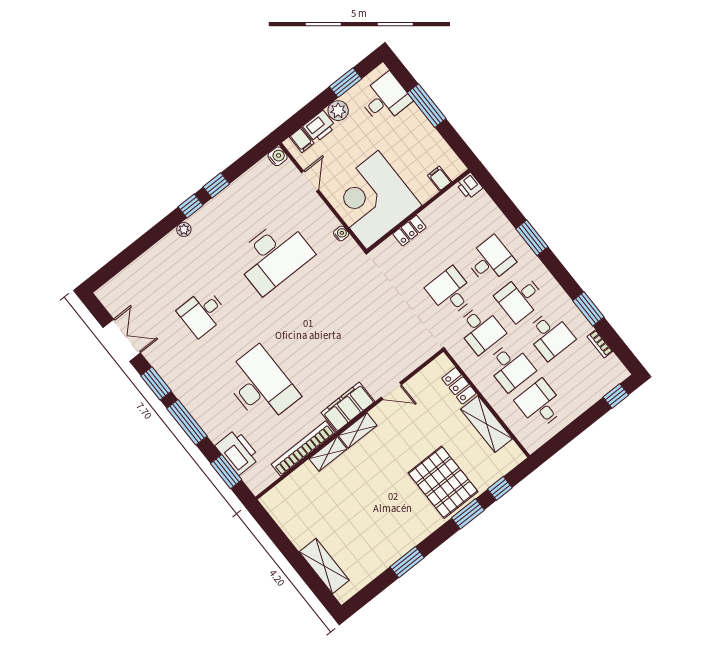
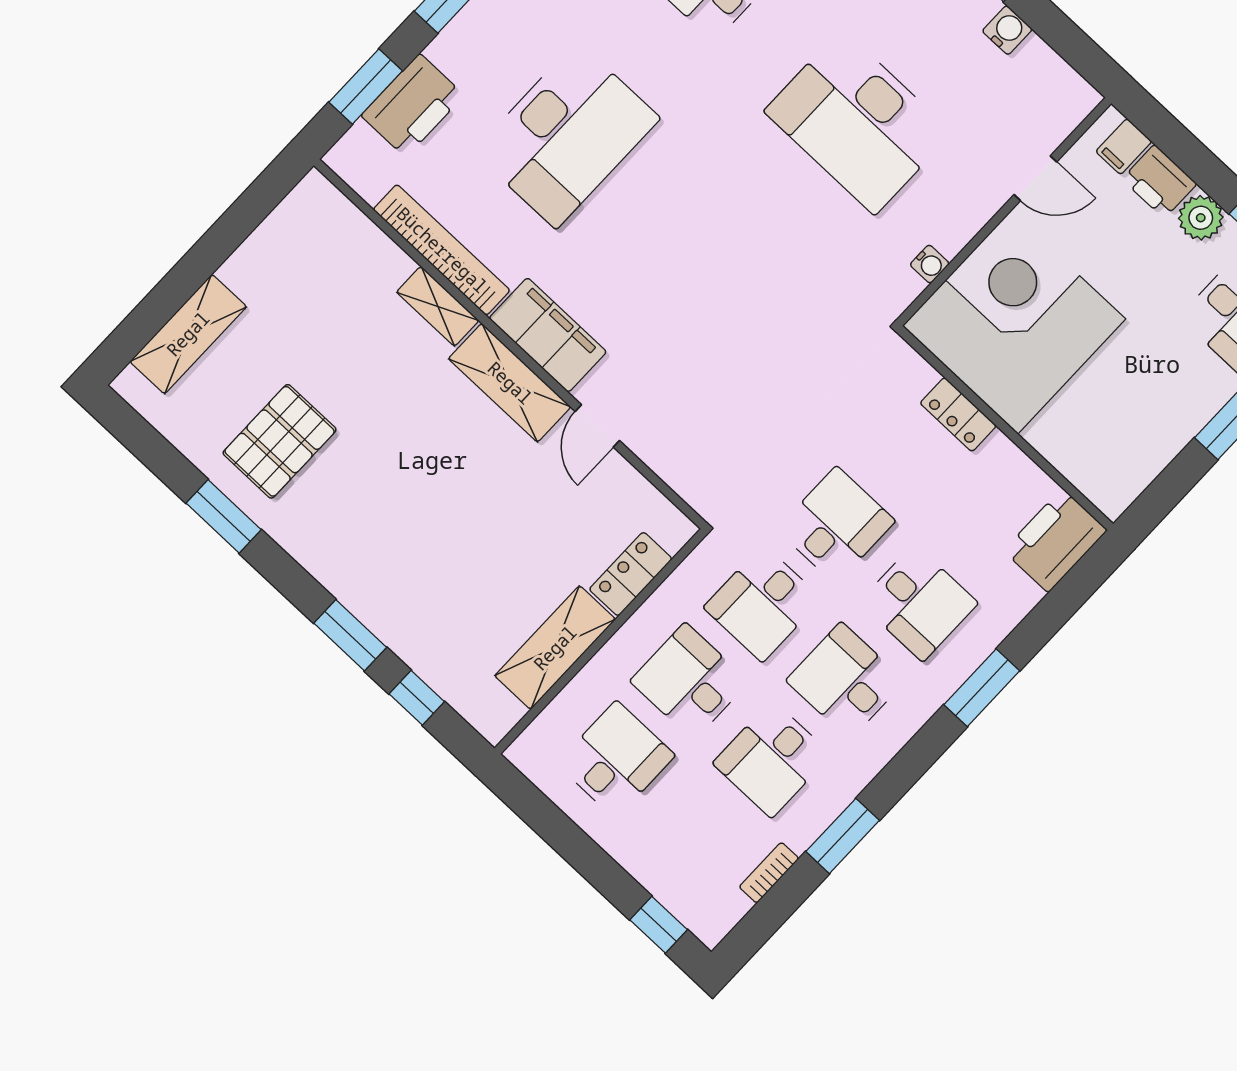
water cooler: (278, 156) -> (1007, 30), moved, turned -90
filing cabinet: (440, 179) -> (1083, 464), removed
printer: (469, 186) -> (1055, 540), width x1.87, depth x1.48
desk: (510, 367) -> (689, 681), turned 90
shelving: (358, 431) -> (510, 383), width x1.50, depth x1.33
pallet: (443, 482) -> (280, 441), moved, width x0.73, depth x0.71

